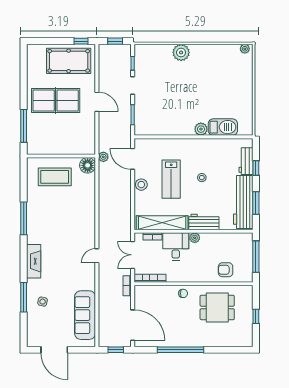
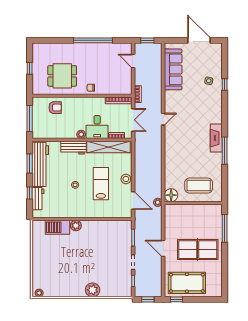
fireplace: (34, 261) -> (216, 138), moved
window: (24, 297) -> (225, 84), width x0.46
door: (133, 325) -> (133, 61), width x0.53

